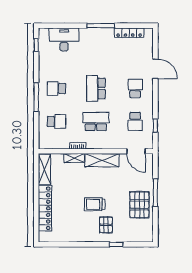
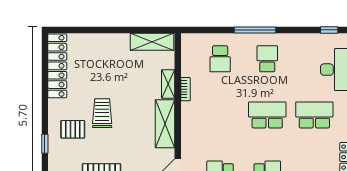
school desk: (96, 122) -> (314, 115), moved, turned -90
locker: (45, 208) -> (57, 66), moved, turned -90

